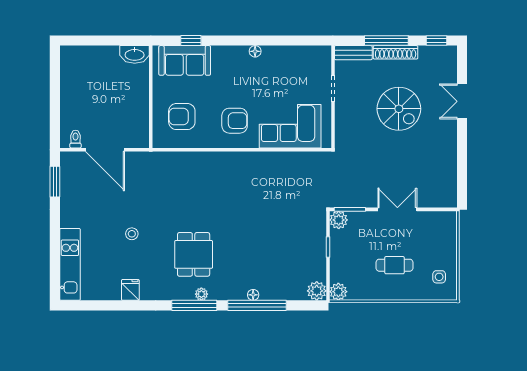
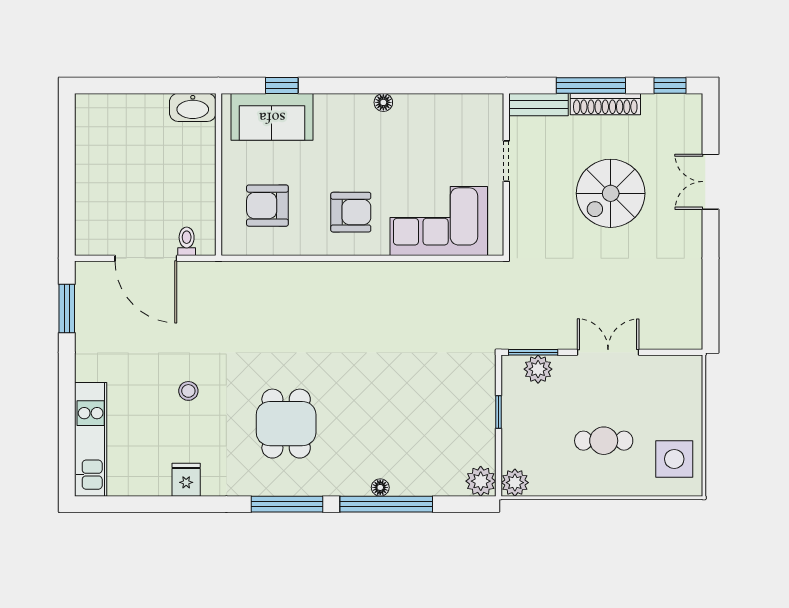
spiral stairs: (399, 109) -> (611, 193), turned 90
toilet: (75, 139) -> (187, 241), moved
plant: (339, 220) -> (538, 369), moved
side table: (439, 277) -> (674, 459), width x1.87, depth x1.87
plant: (201, 294) -> (298, 486), removed

